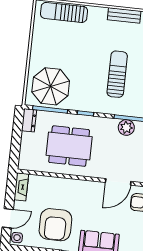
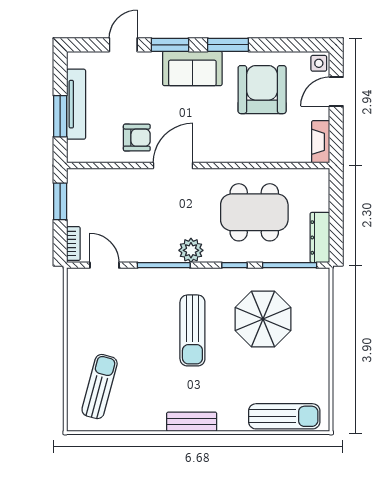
parasol: (51, 86) -> (263, 319), moved
dresser: (29, 120) -> (320, 237), width x1.44
plant: (126, 128) -> (191, 250), moved

